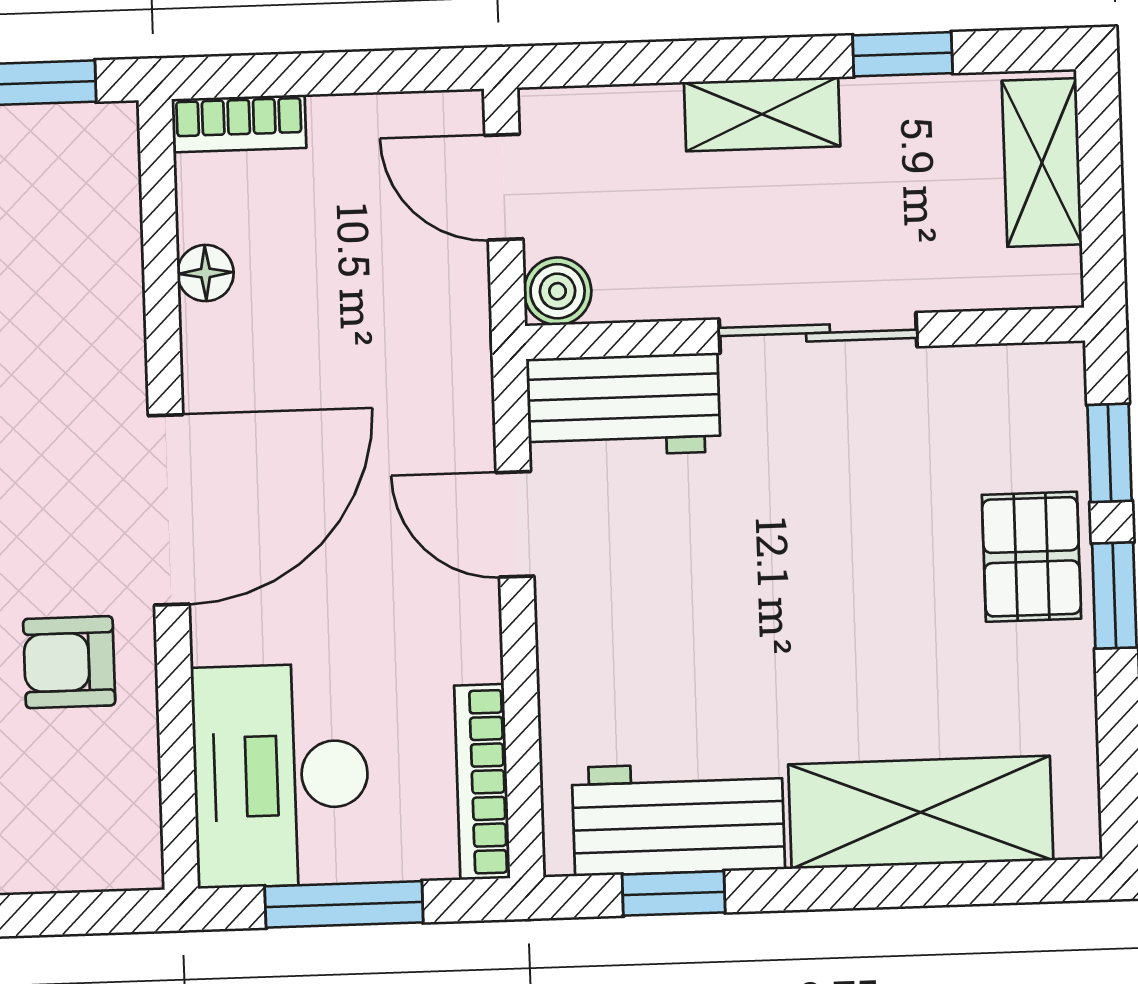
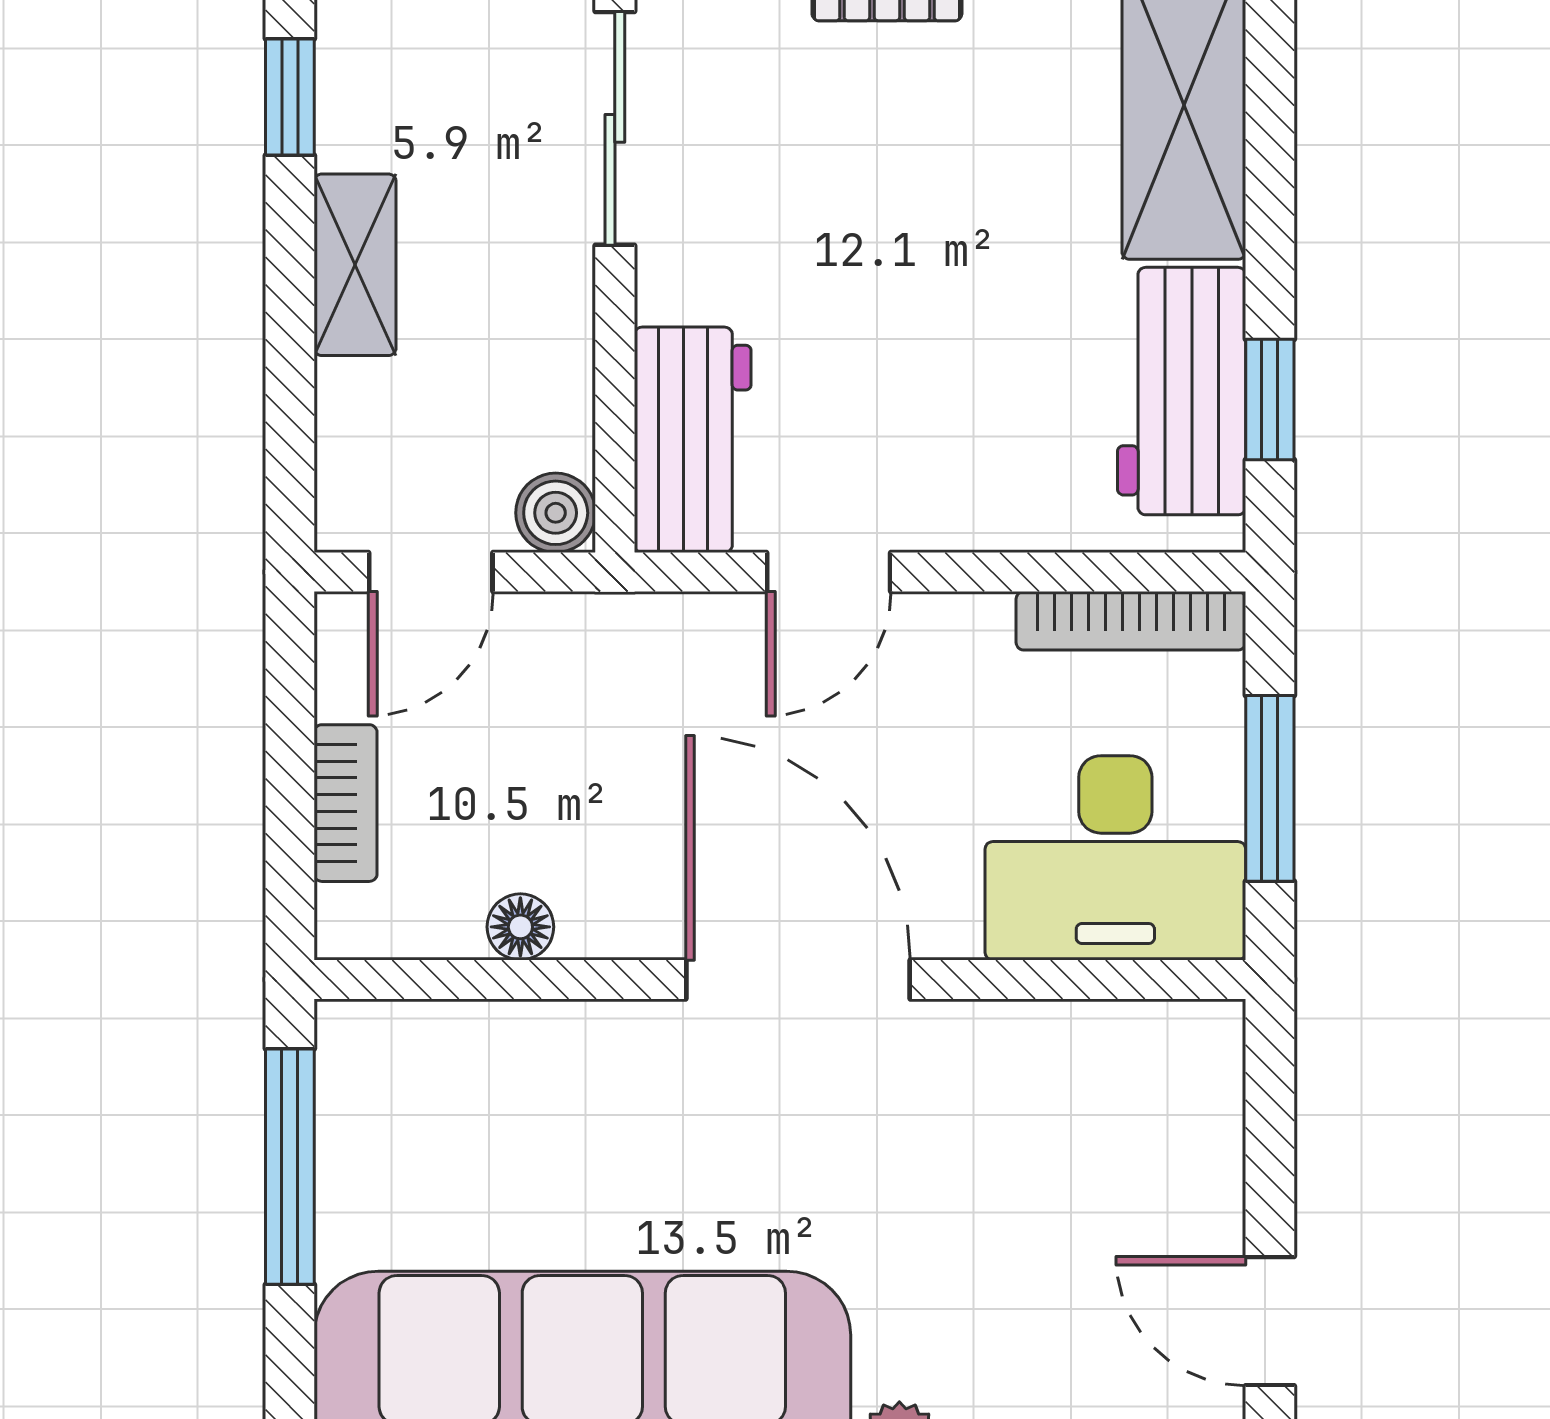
bookcase: (239, 123) -> (346, 803), moved
sliding door: (818, 333) -> (615, 128), moved
armchair: (69, 662) -> (974, 1103), removed

